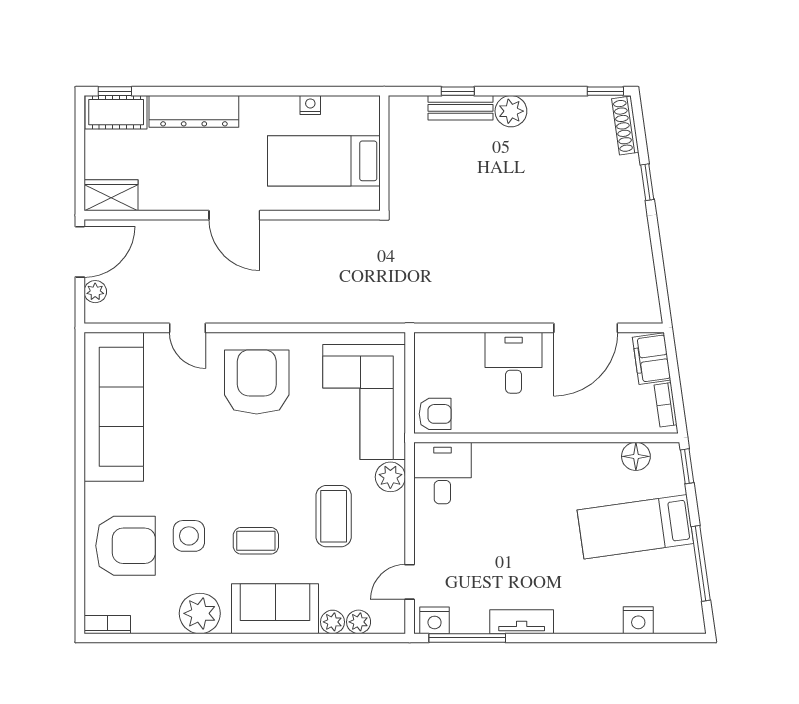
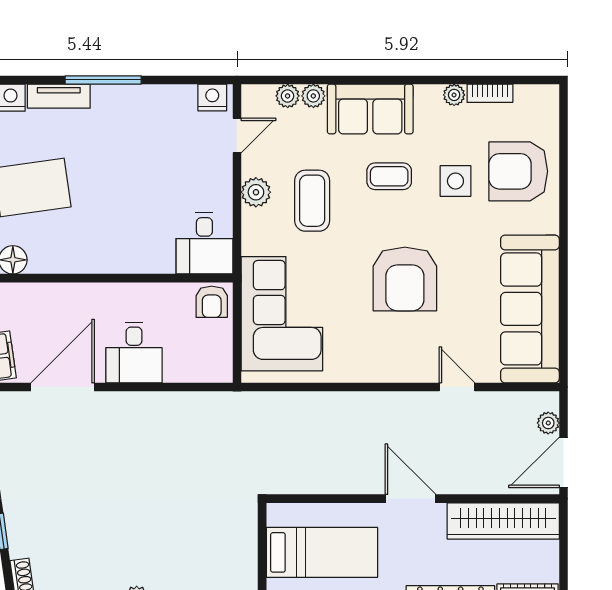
wardrobe: (111, 195) -> (503, 521), width x2.10, depth x1.17
armchair: (257, 382) -> (405, 279), moved
armchair: (435, 414) -> (212, 302), turned -90
plant: (390, 477) -> (256, 192), moved
plant: (200, 613) -> (454, 95), width x0.53, depth x0.53
tv unit: (522, 622) -> (59, 96), moved
bookcase: (107, 625) -> (490, 93), moved
window: (467, 638) -> (103, 80), moved

